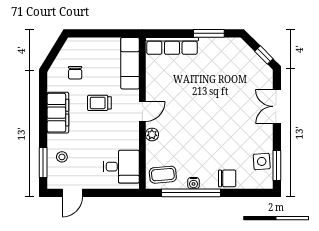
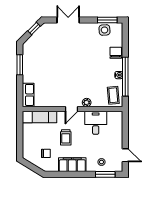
row of seats: (172, 46) -> (28, 95), width x0.68
double door: (277, 106) -> (68, 20), swing flipped
door: (142, 111) -> (71, 109), swing flipped
desk: (121, 167) -> (96, 123), moved

